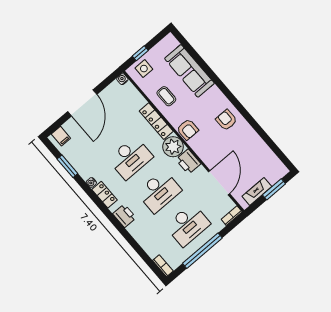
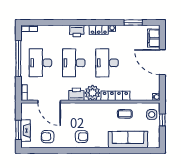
armchair: (188, 129) -> (48, 137), moved
filing cabinet: (61, 136) -> (154, 38), width x2.00
fireplace: (257, 191) -> (26, 131), moved

